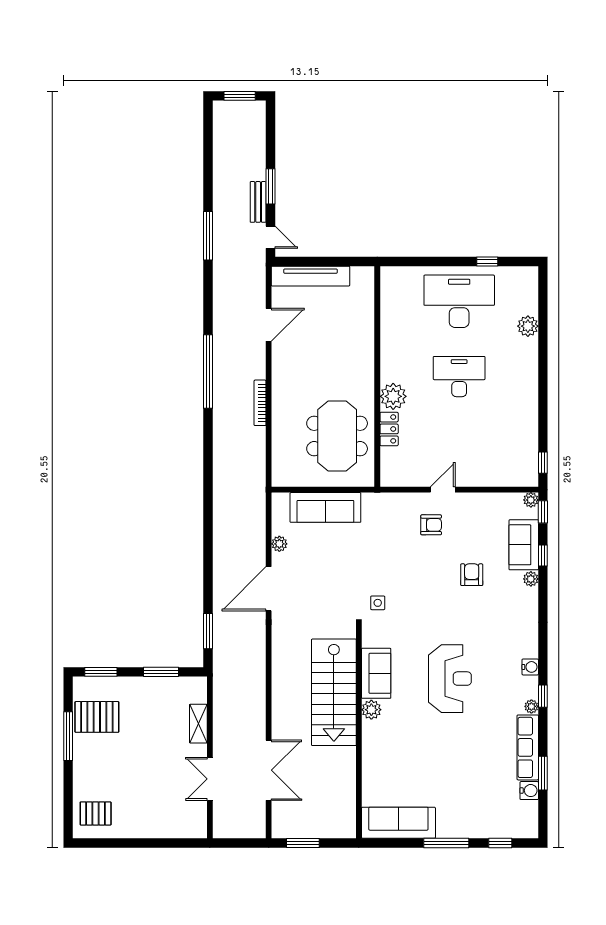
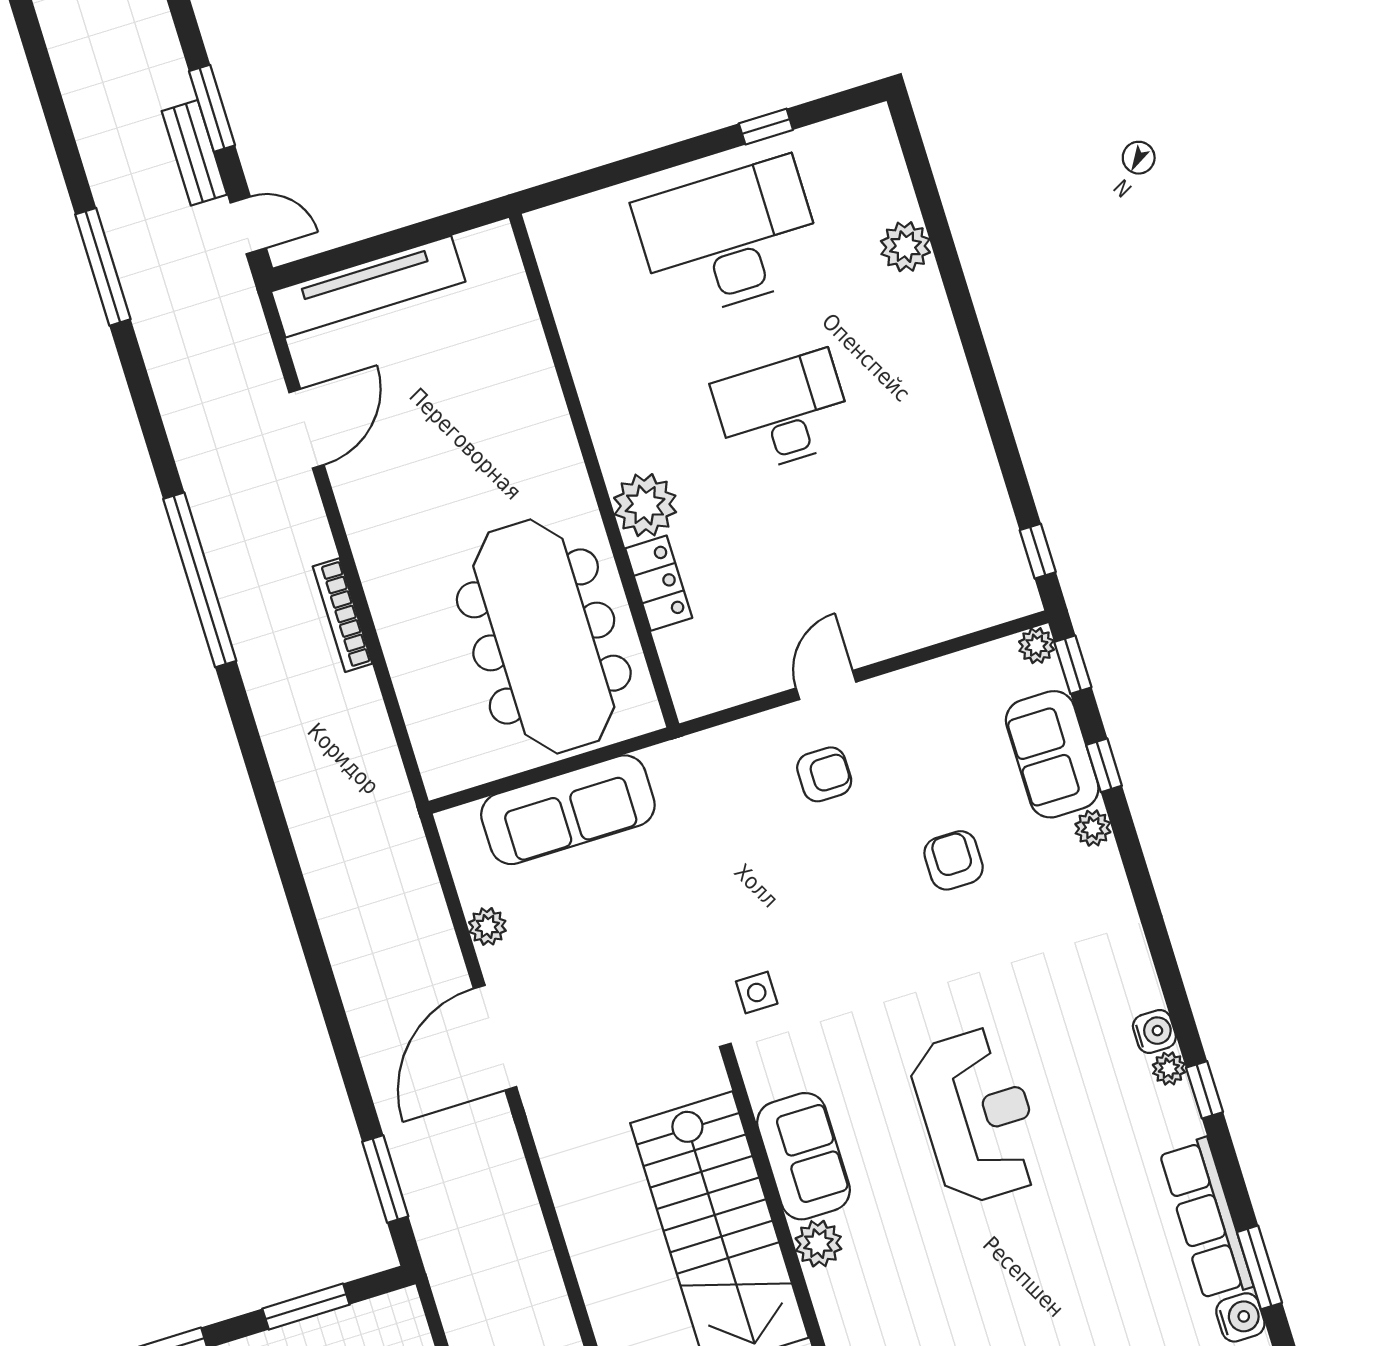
meeting table: (337, 436) -> (544, 637), width x1.36
plant: (531, 706) -> (1169, 1069), moved

